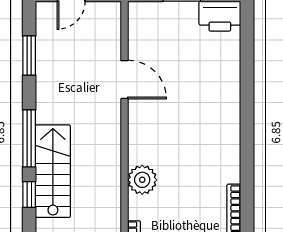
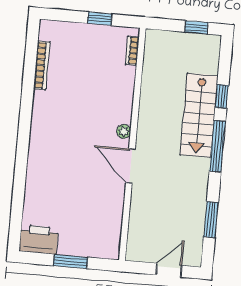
door: (124, 80) -> (130, 166), moved
plant: (142, 180) -> (124, 131), moved, width x0.53, depth x0.53

